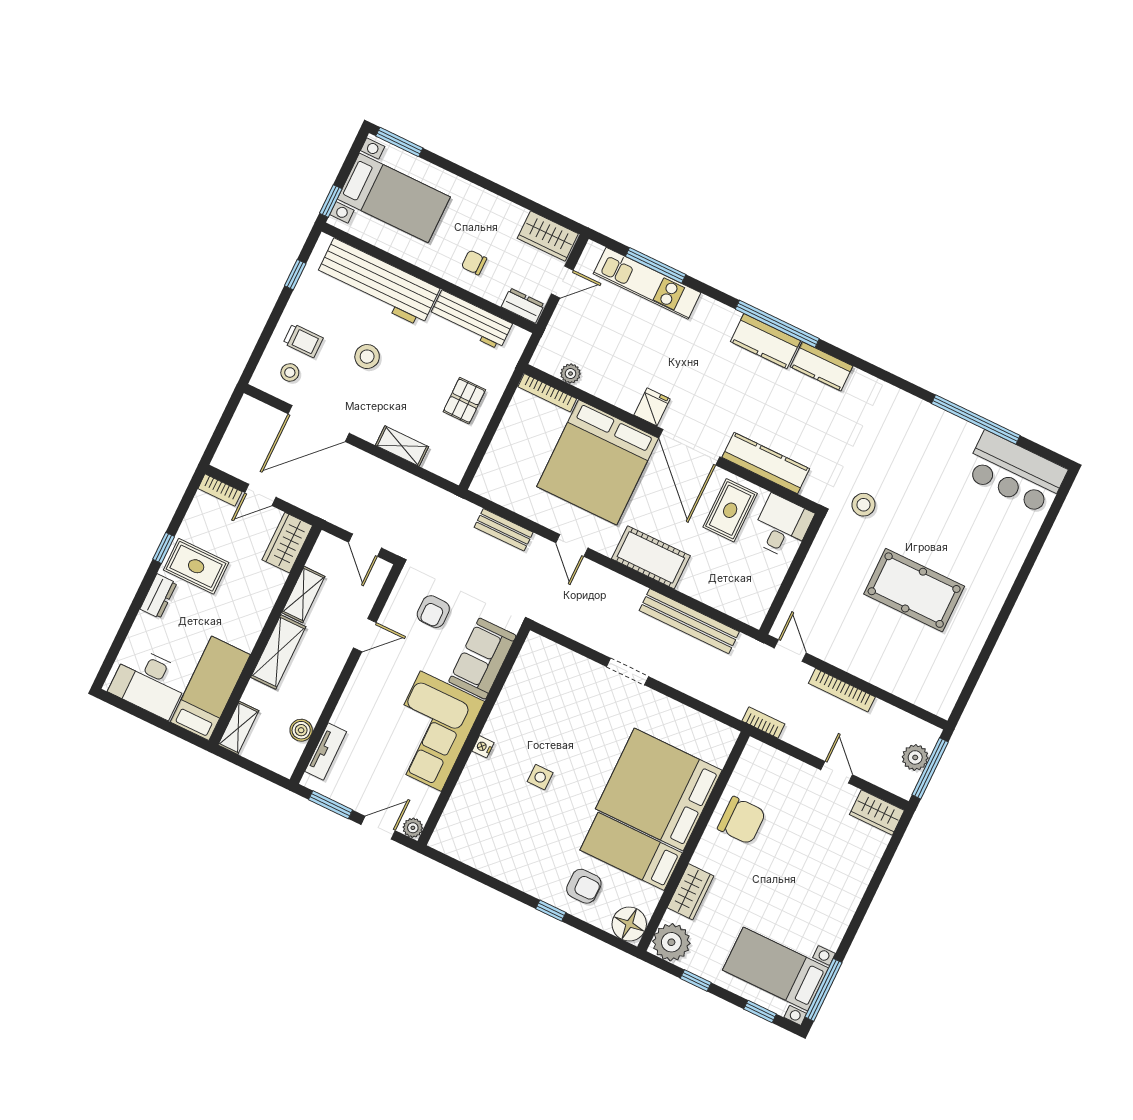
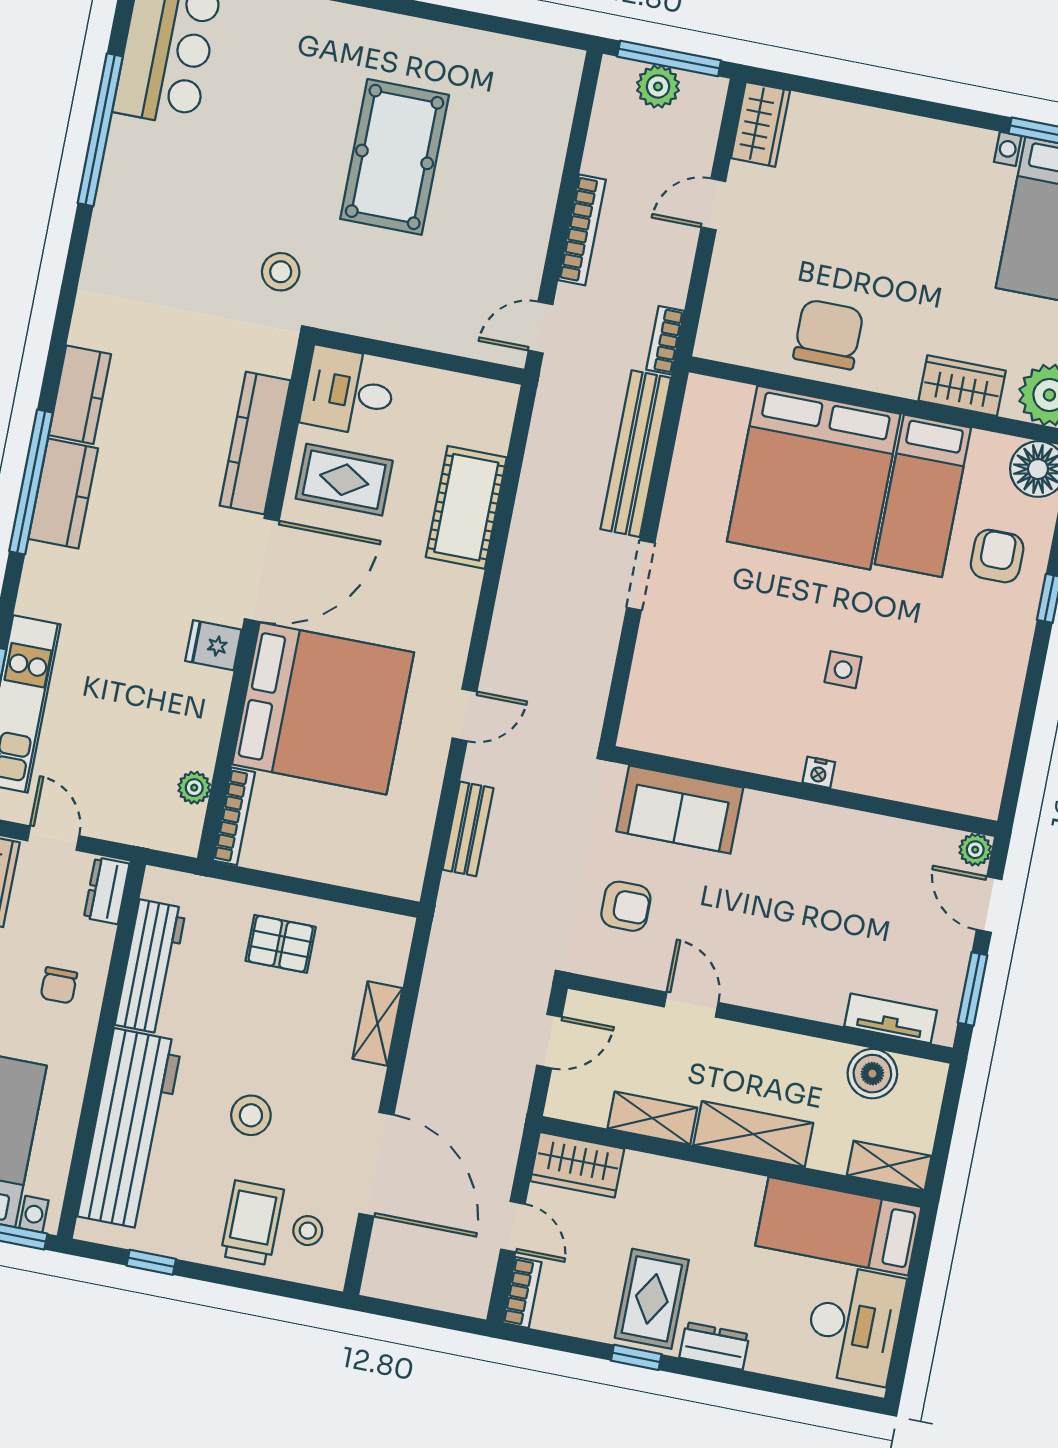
trolley: (303, 341) -> (252, 1223), width x1.36, depth x1.39
cot: (651, 557) -> (466, 507), moved
bench: (689, 621) -> (636, 454), moved
boiler: (301, 730) -> (872, 1074), width x1.36, depth x1.36
corner sofa: (431, 731) -> (815, 861), removed

